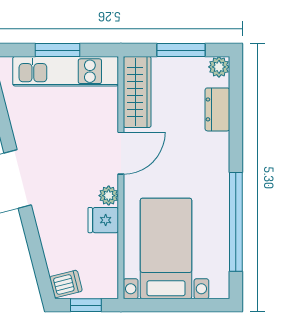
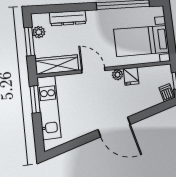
window: (58, 50) -> (35, 99), moved
plant: (219, 67) -> (39, 32), moved
dresser: (217, 109) -> (68, 18), width x1.44

